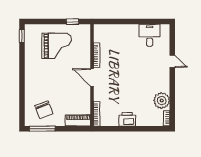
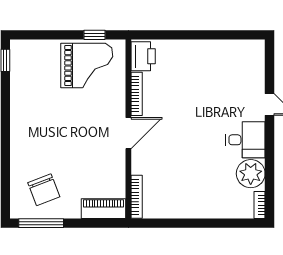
desk: (150, 35) -> (245, 140), moved, turned 90
grand piano: (57, 46) -> (87, 65), moved
door: (92, 77) -> (128, 133), swing flipped
printer: (127, 119) -> (143, 56), moved, turned 90

